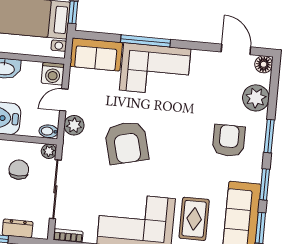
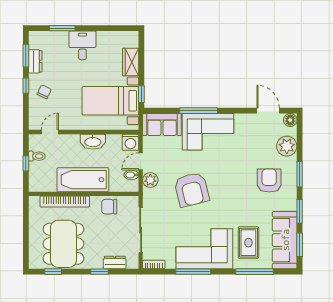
bidet: (49, 131) -> (131, 175), moved
plant: (49, 151) -> (133, 202), removed
chair: (19, 170) -> (109, 207), moved, turned -90

